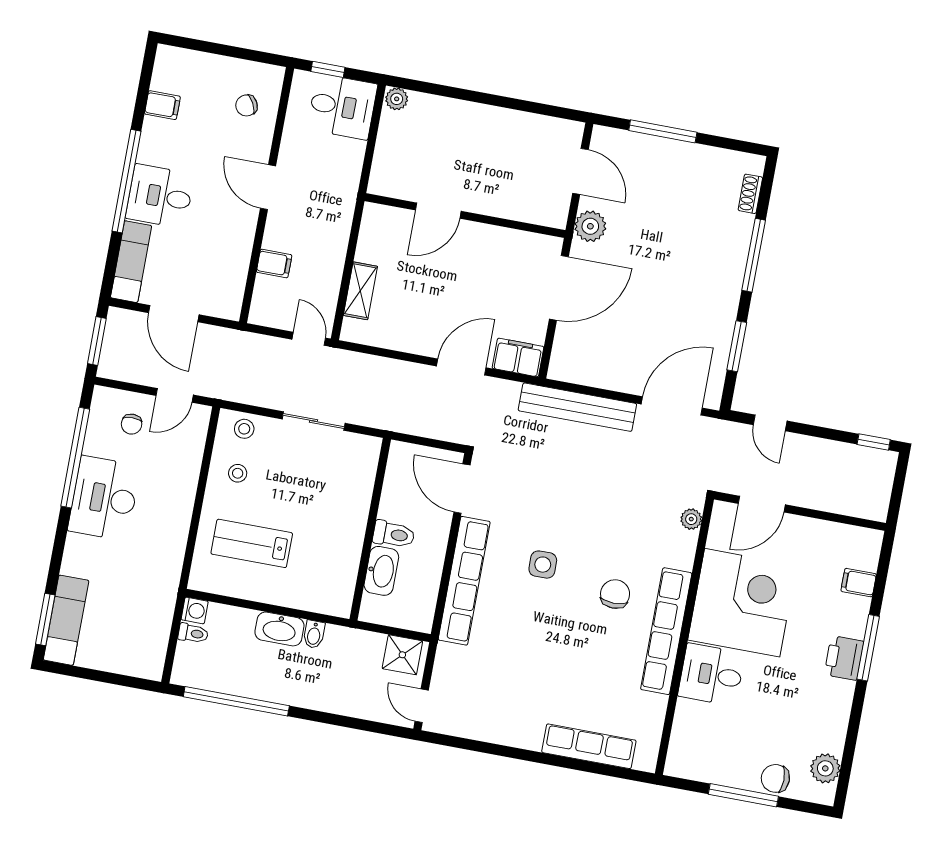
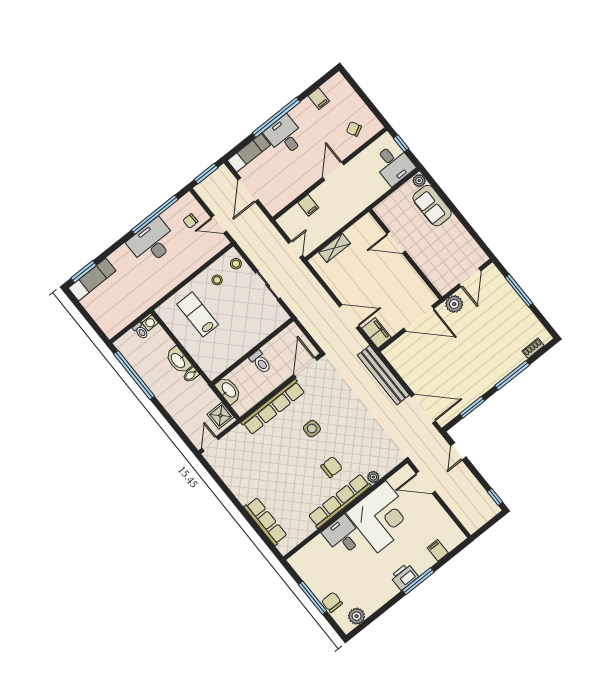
sofa: (444, 118) -> (432, 206), added
plant: (691, 519) -> (373, 477), moved
washbasin: (381, 571) -> (228, 390), moved, turned -90

